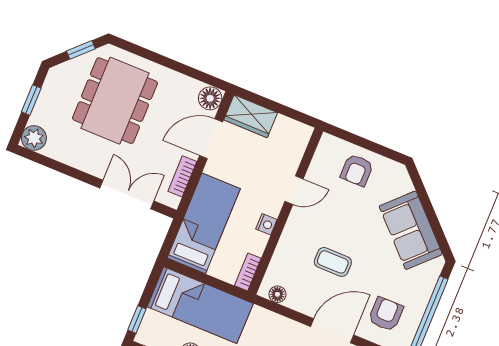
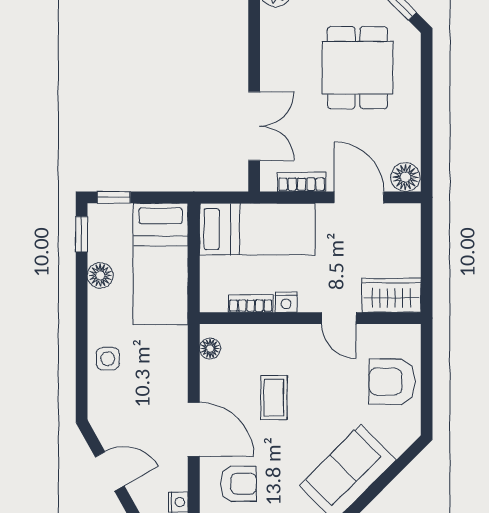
dining table: (115, 101) -> (357, 68), width x0.73
wardrobe: (251, 116) -> (391, 295), moved, turned 90
armchair: (357, 170) -> (392, 382), width x1.38, depth x1.38
bookcase: (248, 272) -> (251, 303), moved

